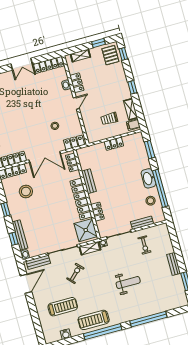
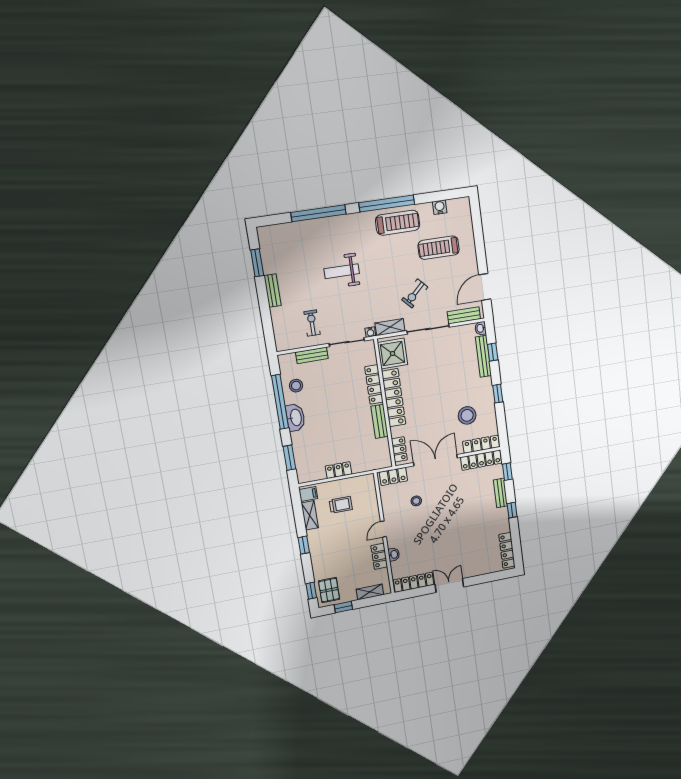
locker: (97, 212) -> (374, 385), width x1.53

